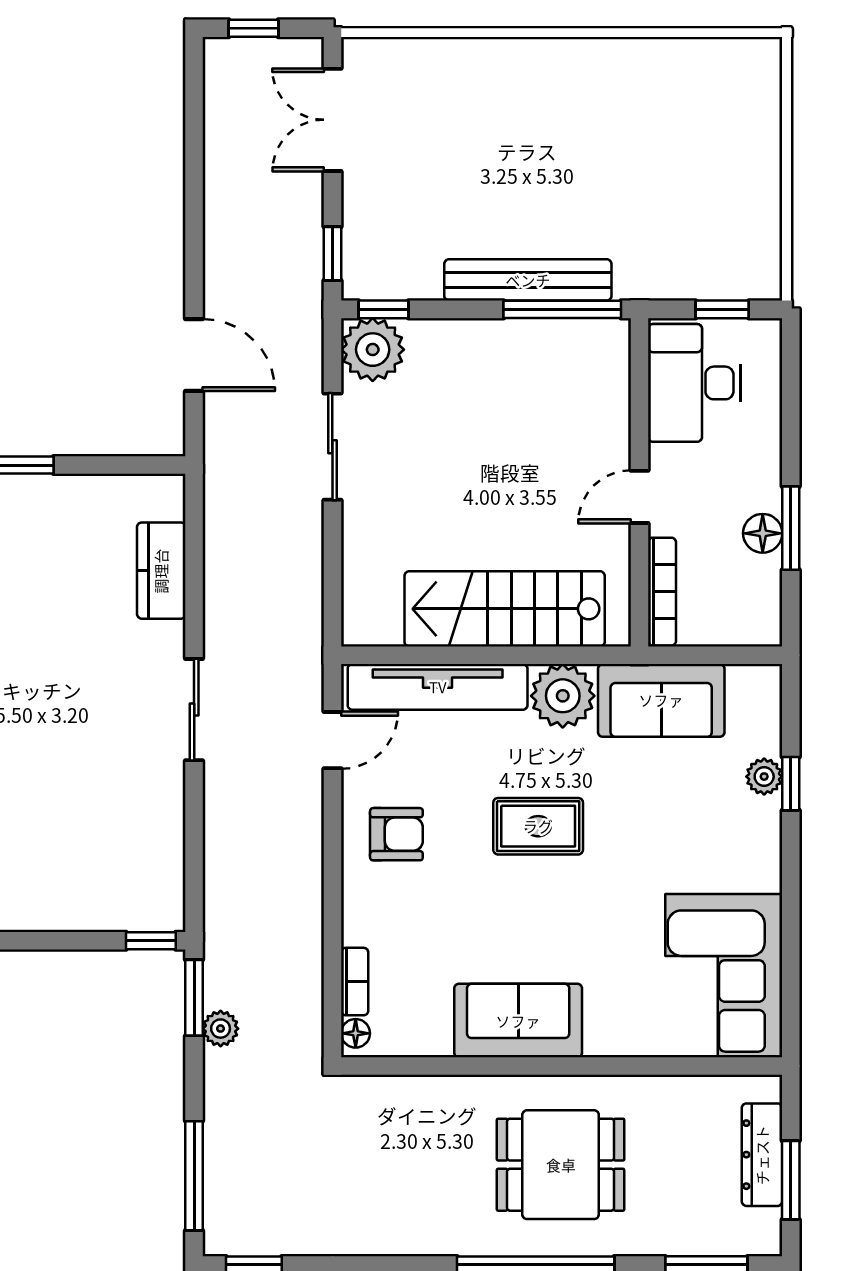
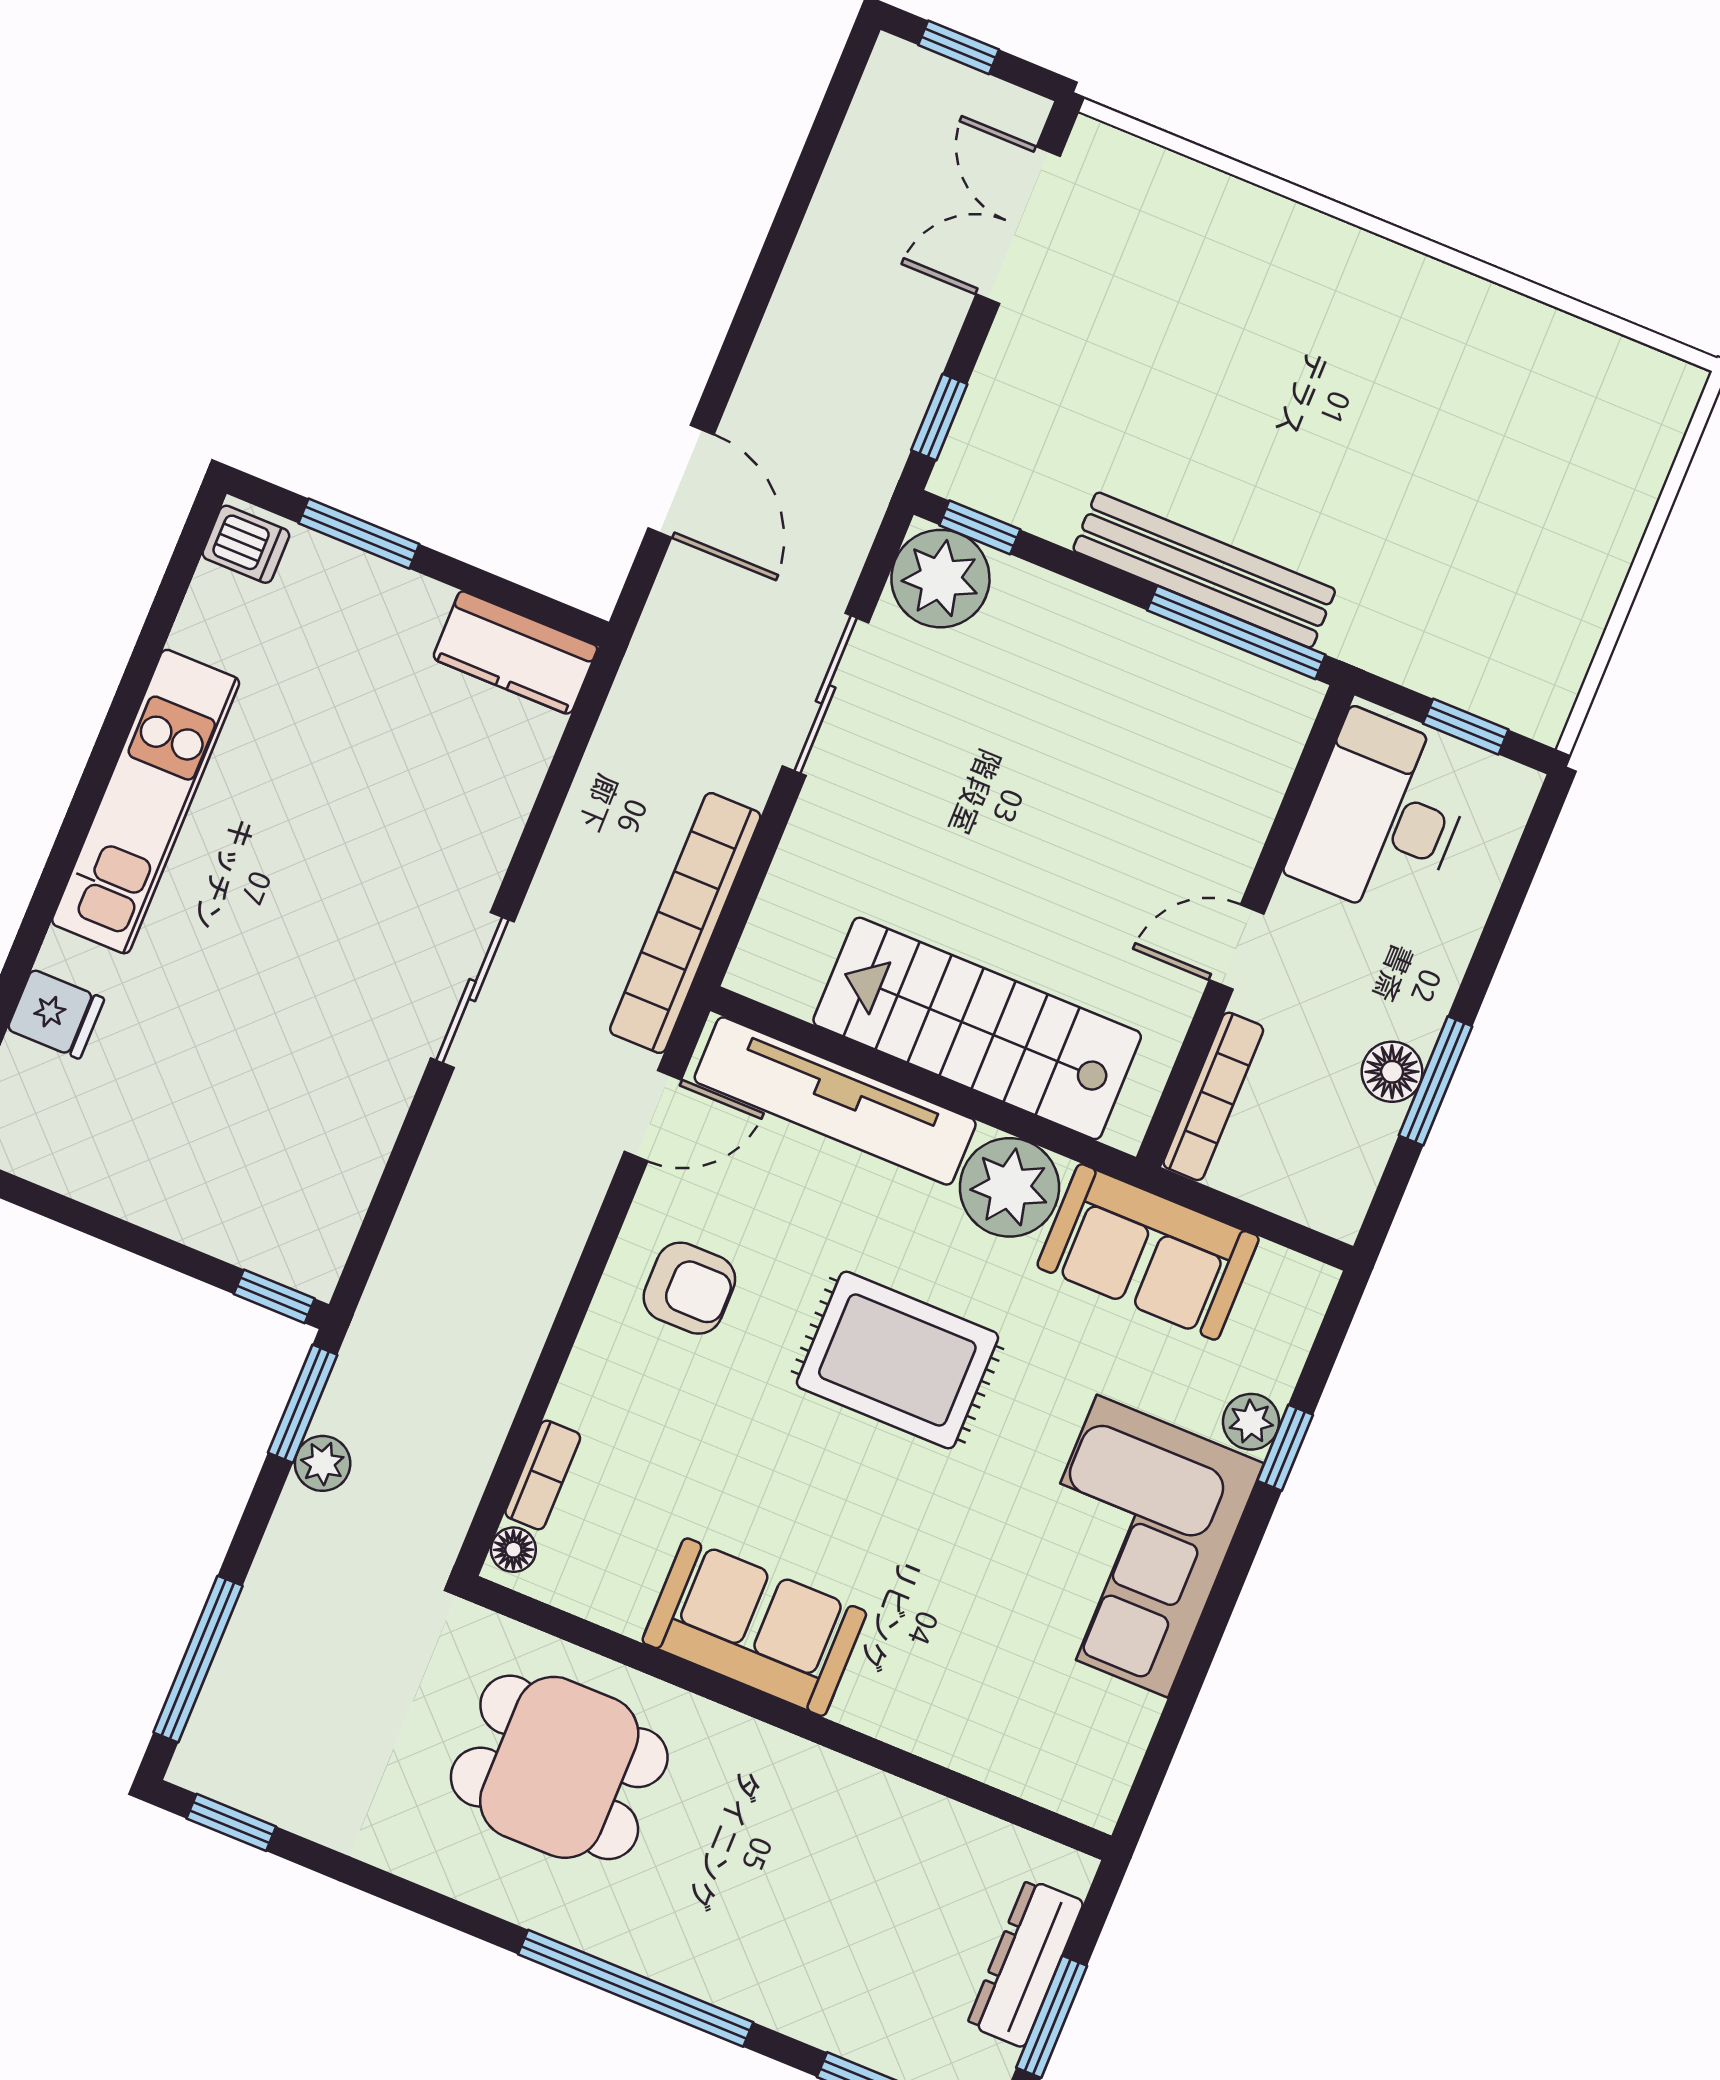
kitchen counter: (161, 571) -> (515, 653), moved, turned -90
bookcase: (305, 617) -> (685, 923), added
rug: (538, 826) -> (897, 1360), width x1.36, depth x1.43
corner sofa: (724, 976) -> (1132, 1546), moved
dining table: (561, 1165) -> (559, 1767), moved

